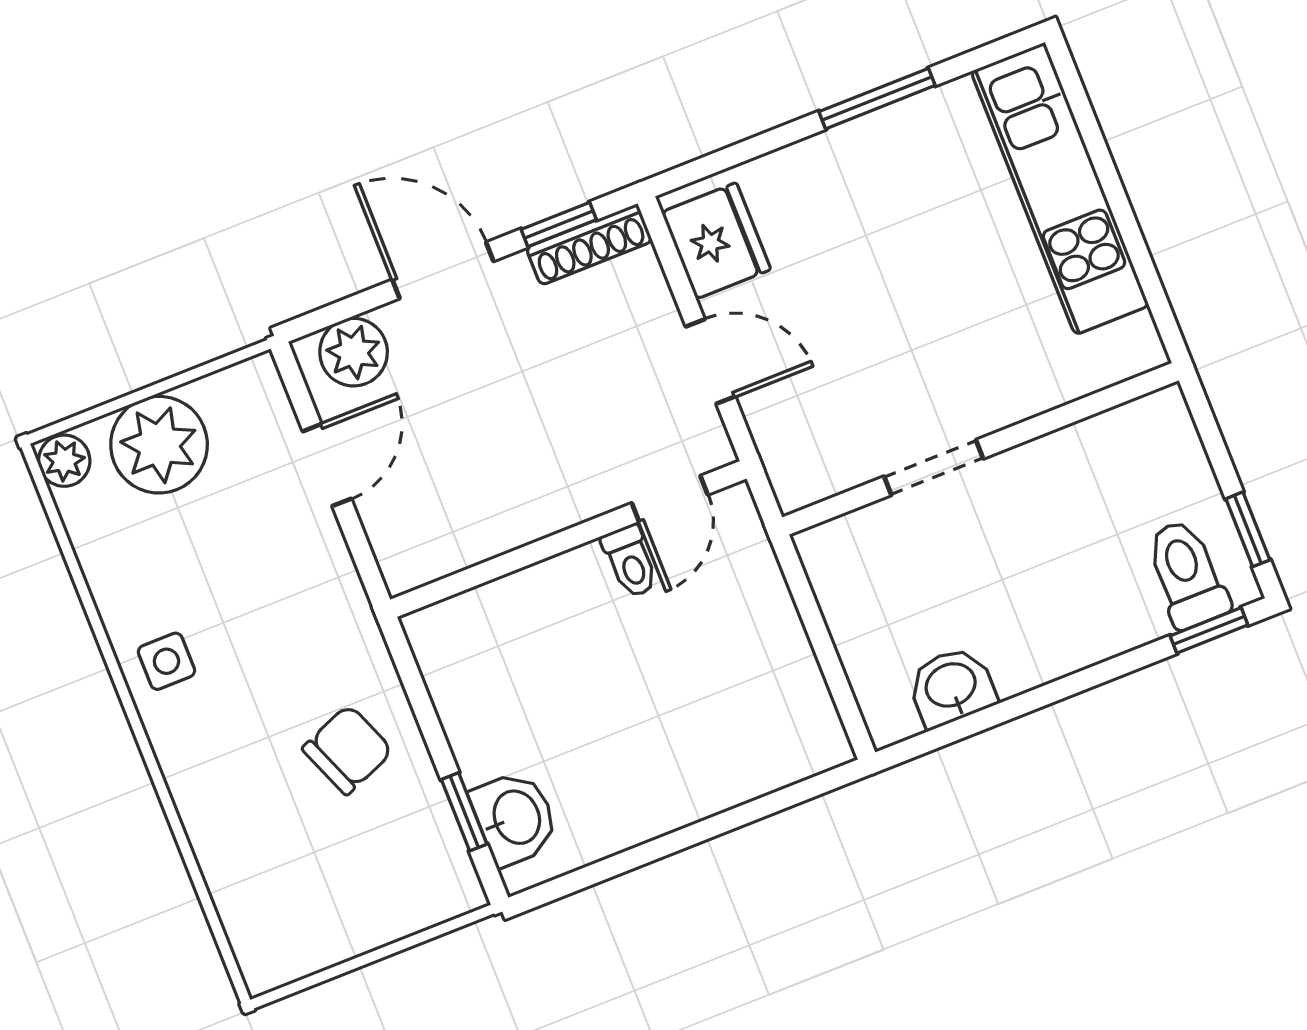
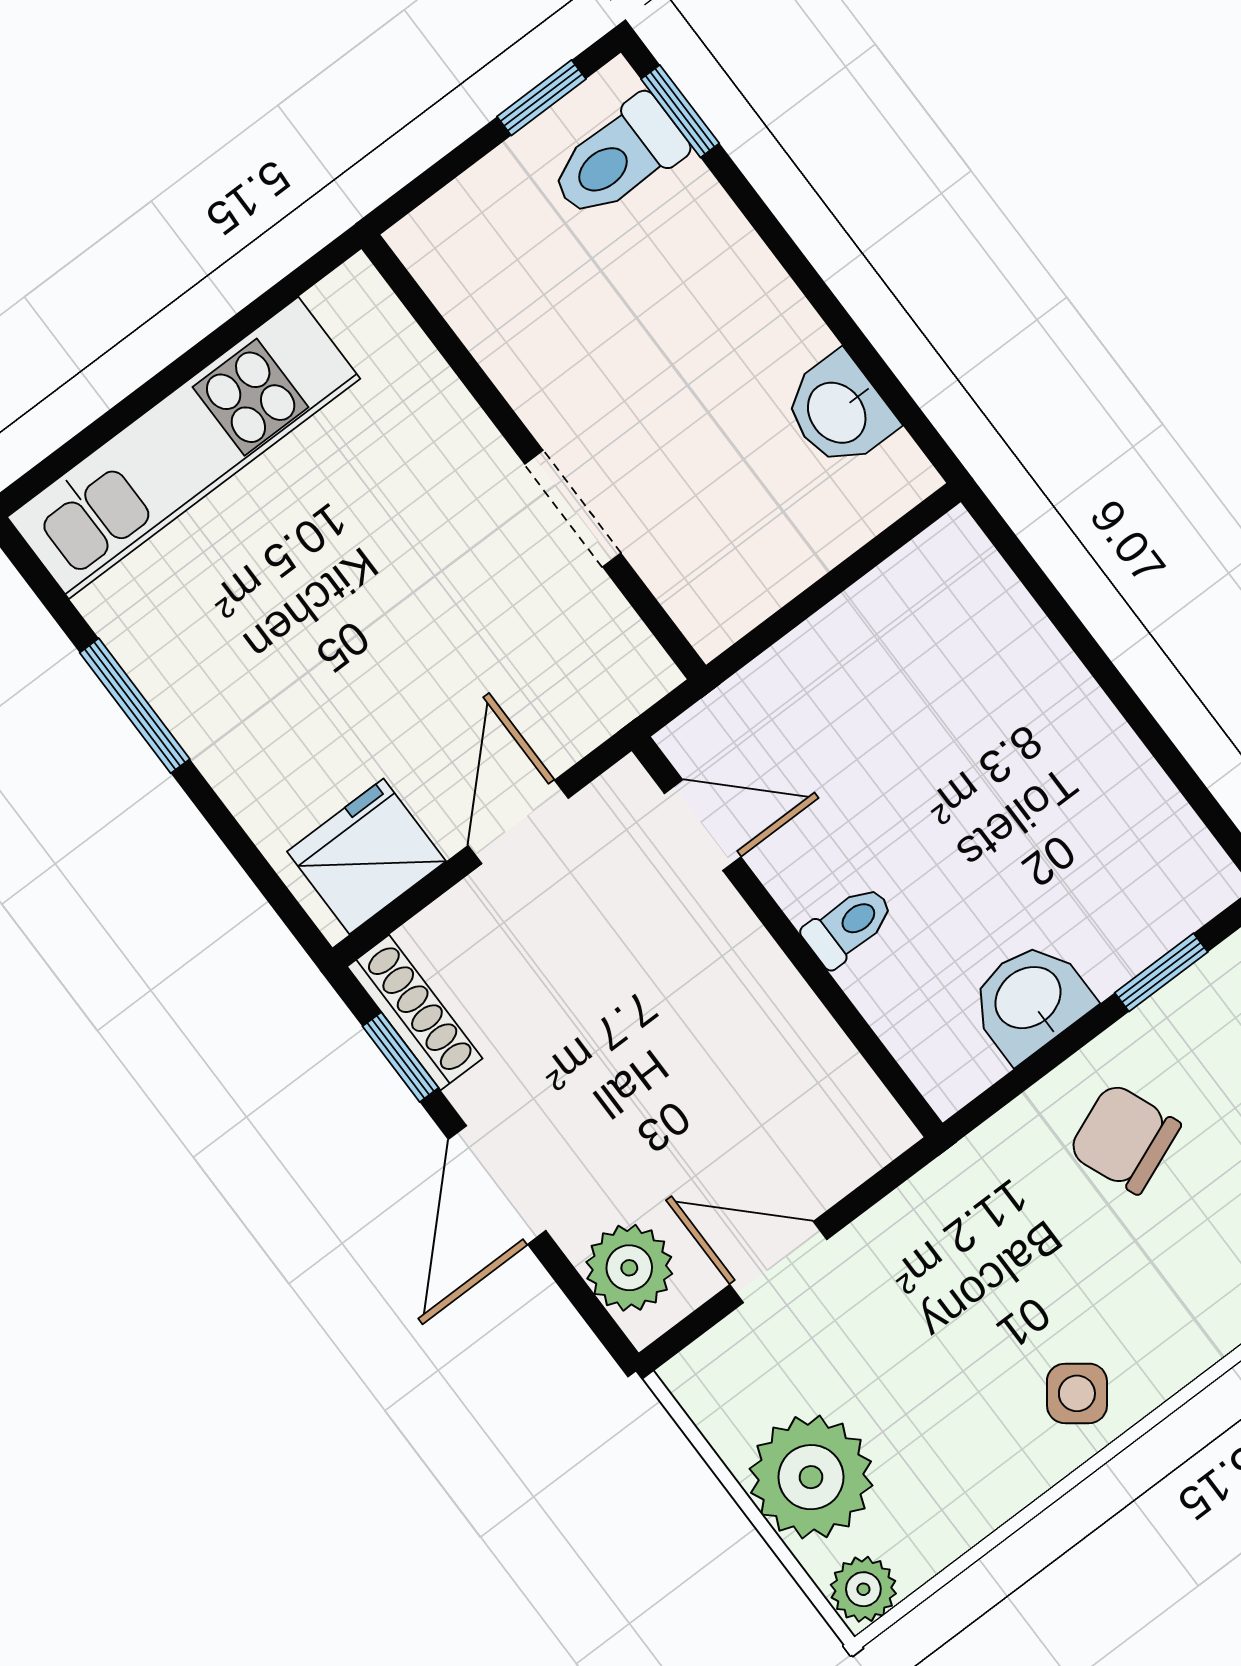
toilet: (630, 561) -> (849, 926), moved
side table: (166, 661) -> (1077, 1393), turned 37
washbasin: (515, 818) -> (1030, 1000), moved

